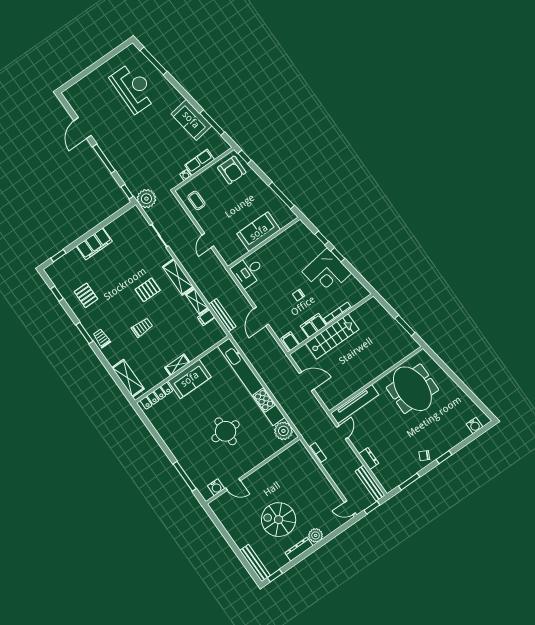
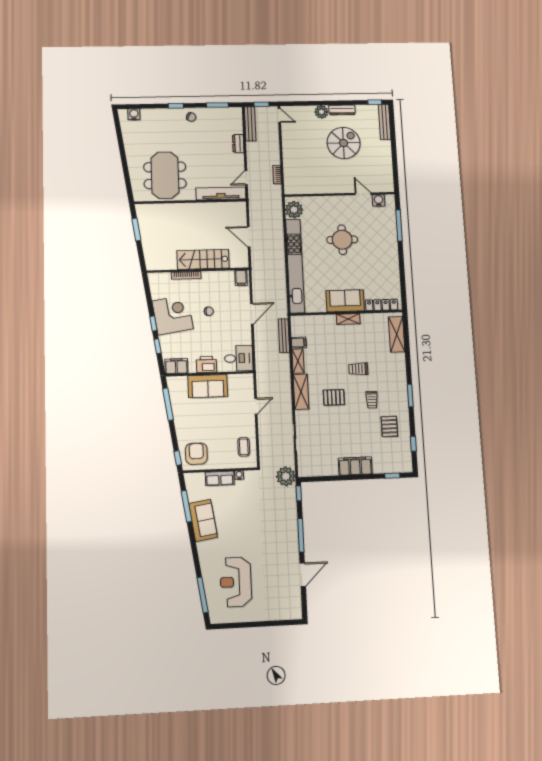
printer: (271, 249) -> (206, 364), added
filing cabinet: (314, 326) -> (176, 366), moved, turned 180
trolley: (102, 338) -> (372, 400), moved
spiral stairs: (279, 520) -> (344, 143), turned -90

